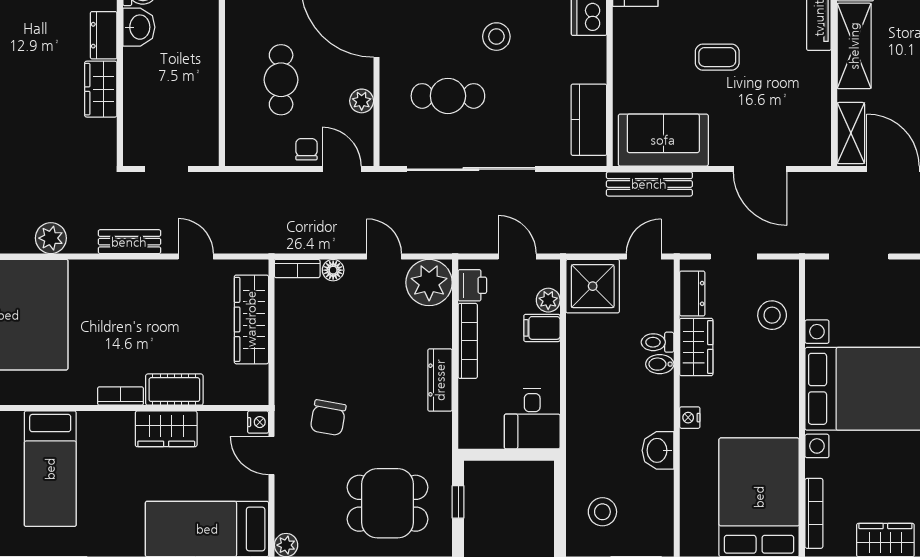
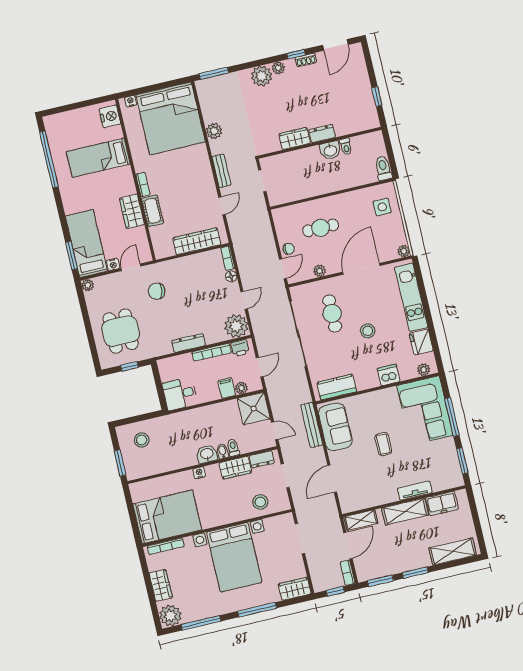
nightstand: (258, 422) -> (113, 264), moved
washbasin: (658, 450) -> (207, 454), moved

